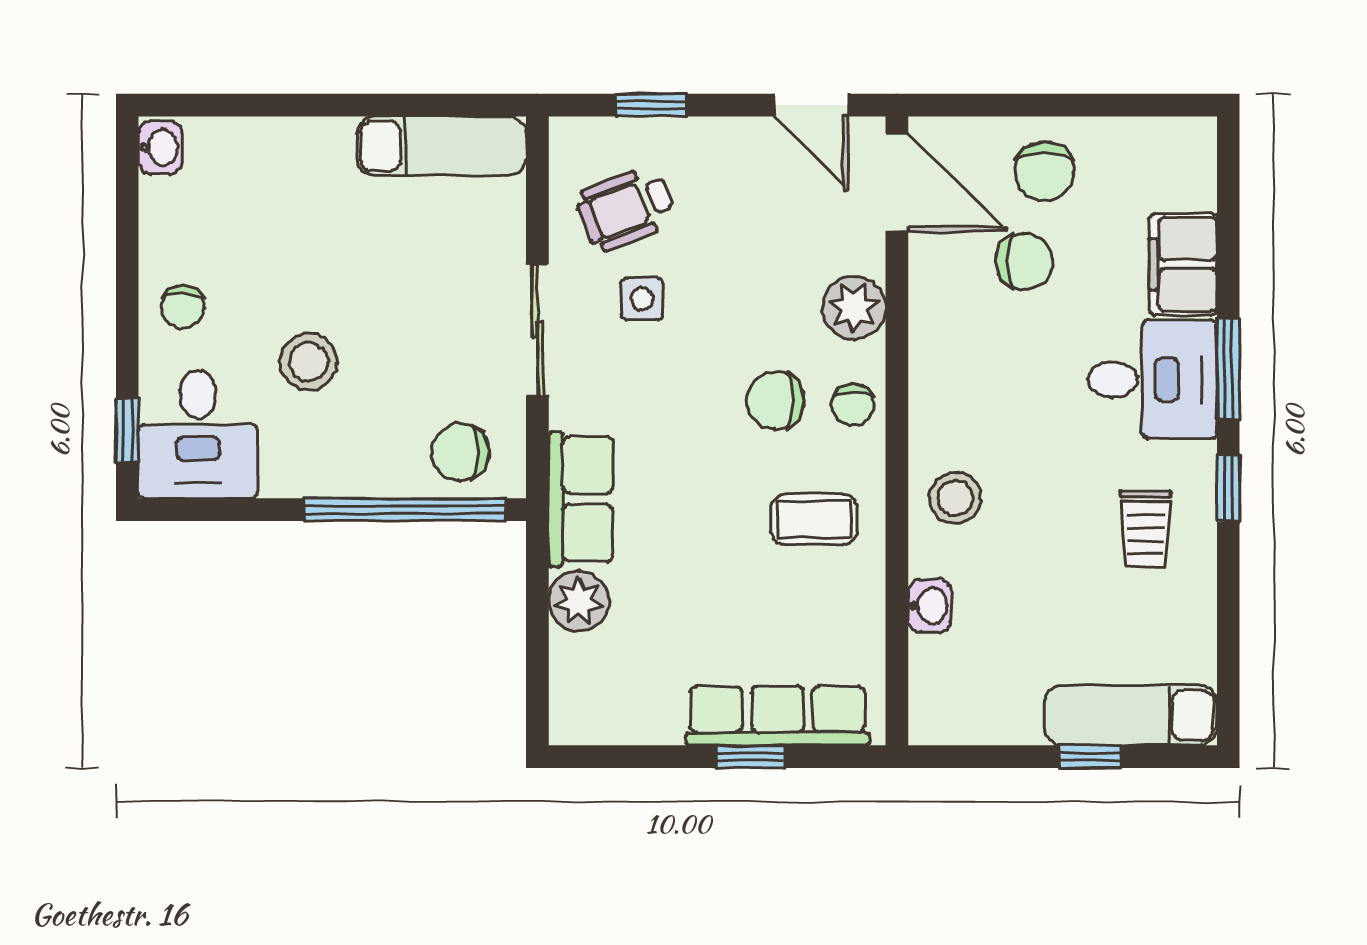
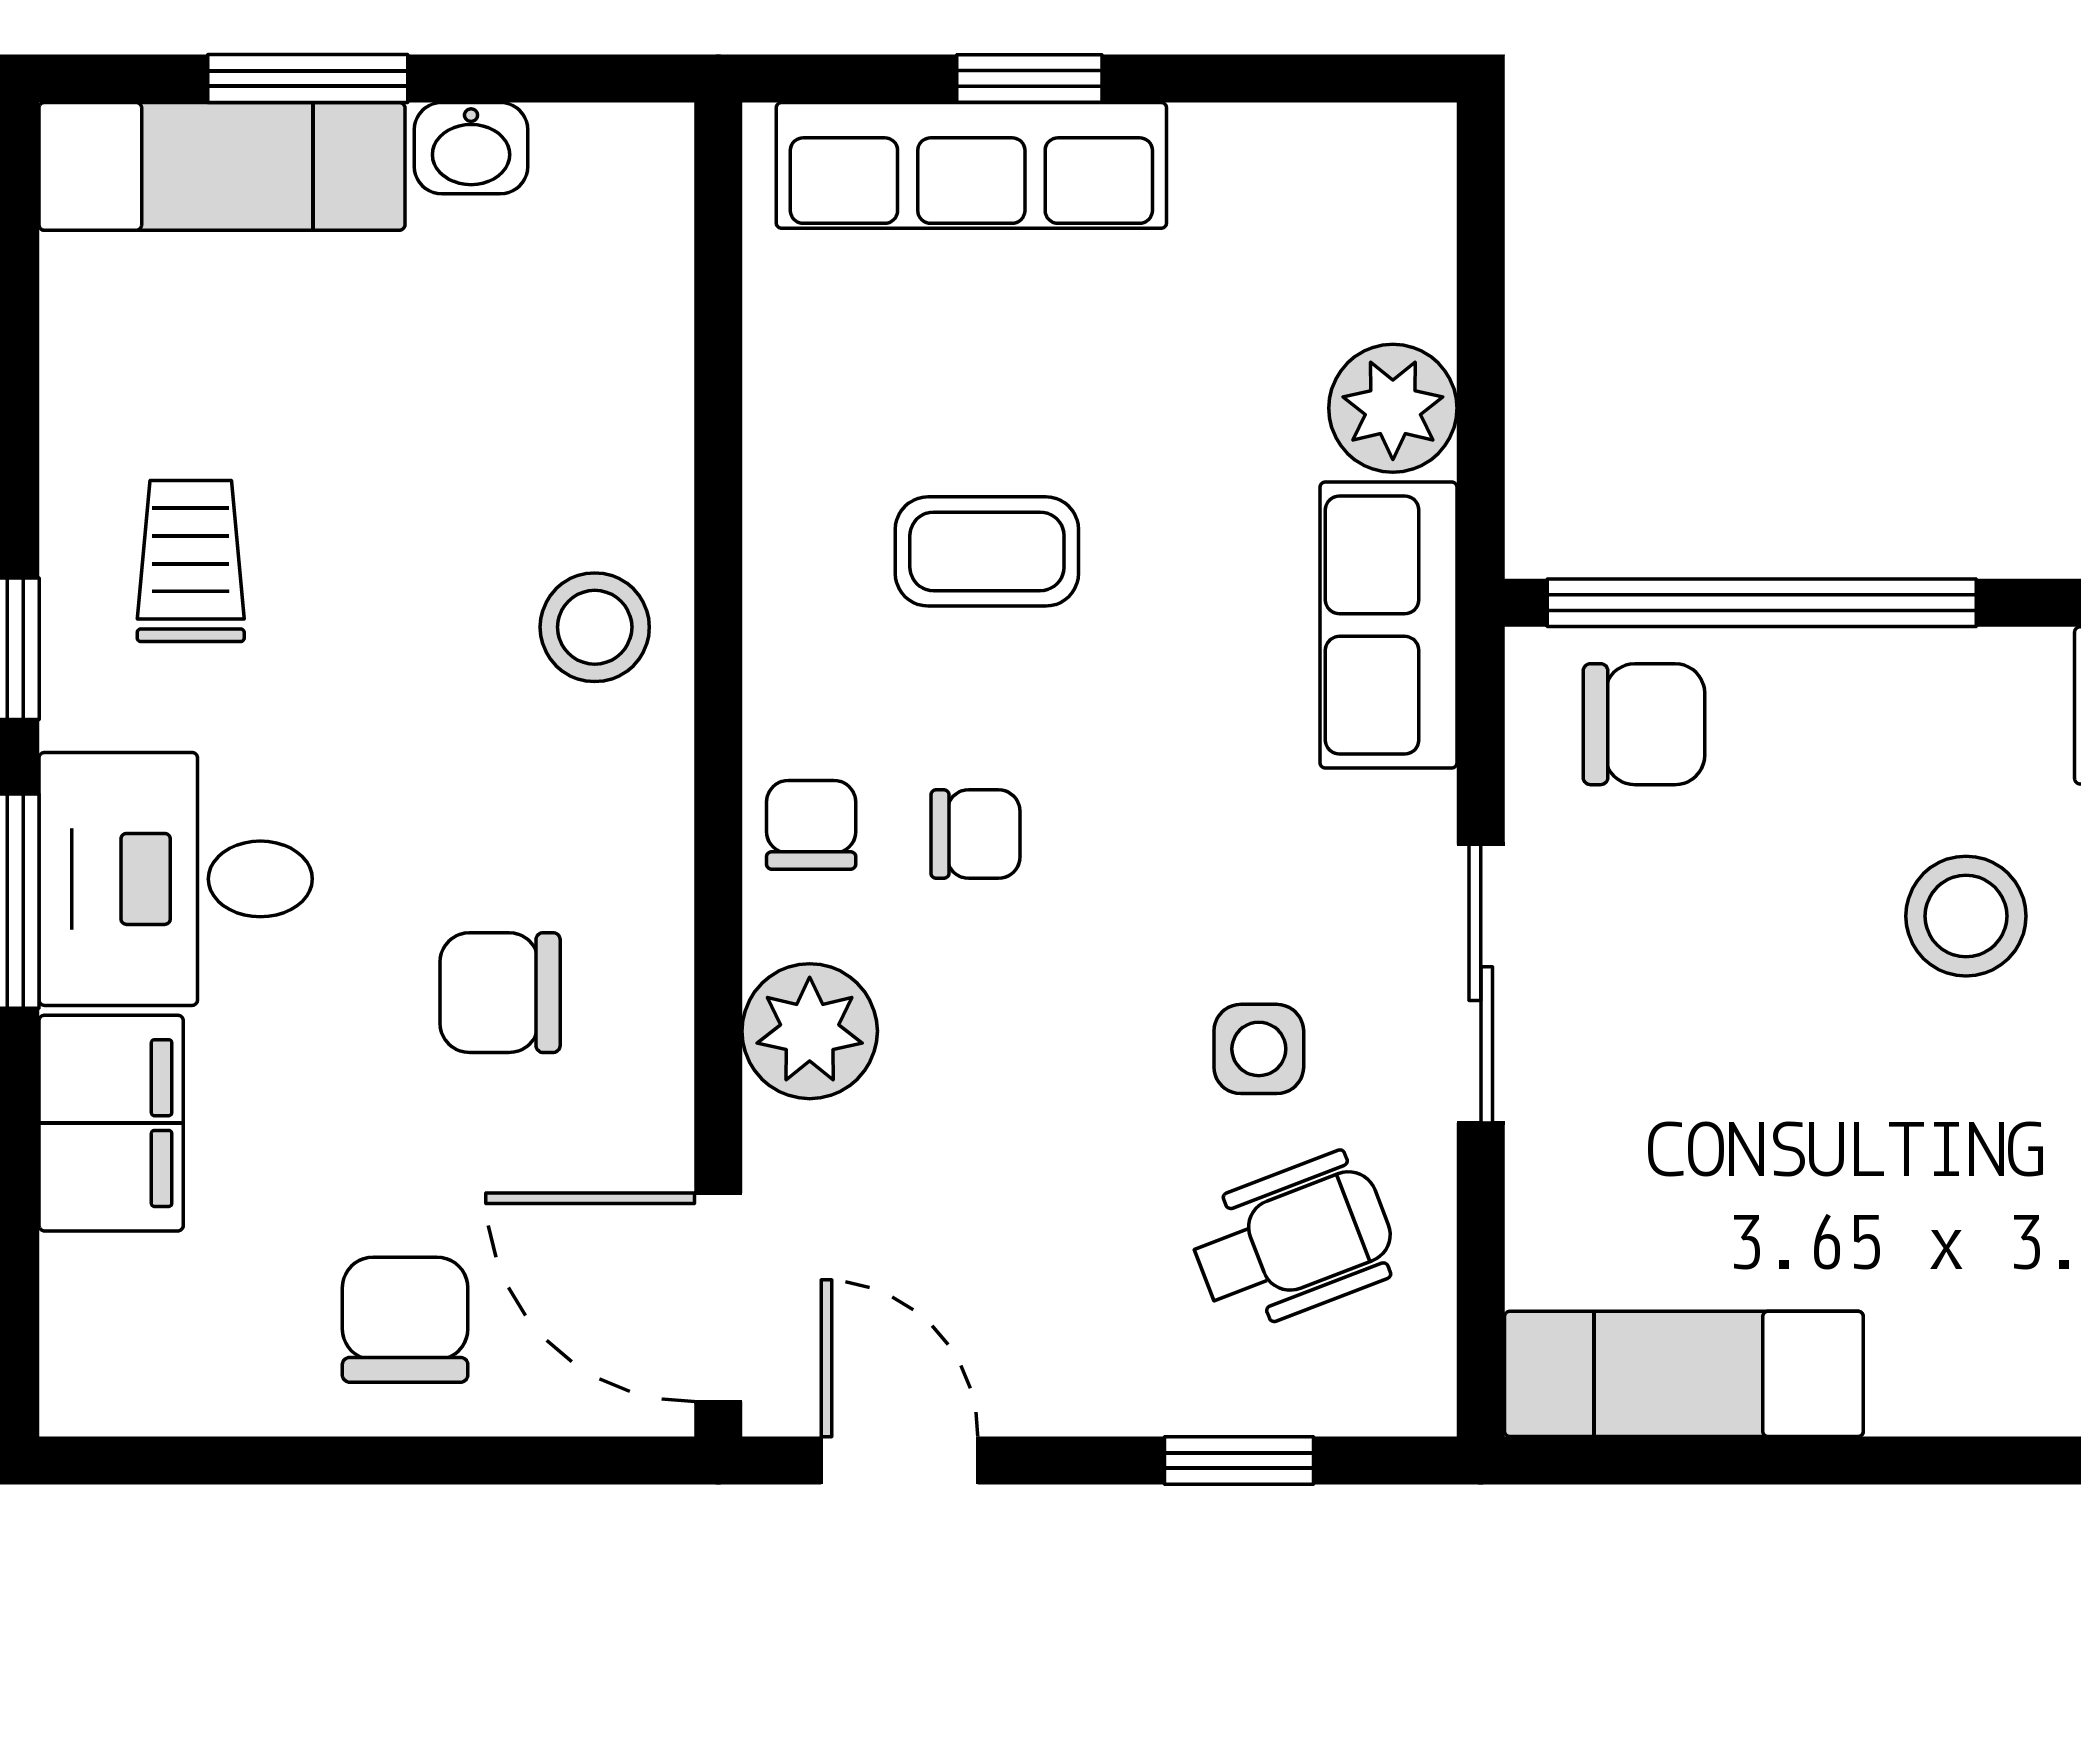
chair: (1024, 261) -> (500, 993), moved
chair: (776, 400) -> (976, 834), width x0.73, depth x0.73
coffee table: (814, 519) -> (987, 551), moved
washbasin: (930, 606) -> (471, 148), moved, turned -90
window: (1090, 757) -> (308, 78), width x1.50

